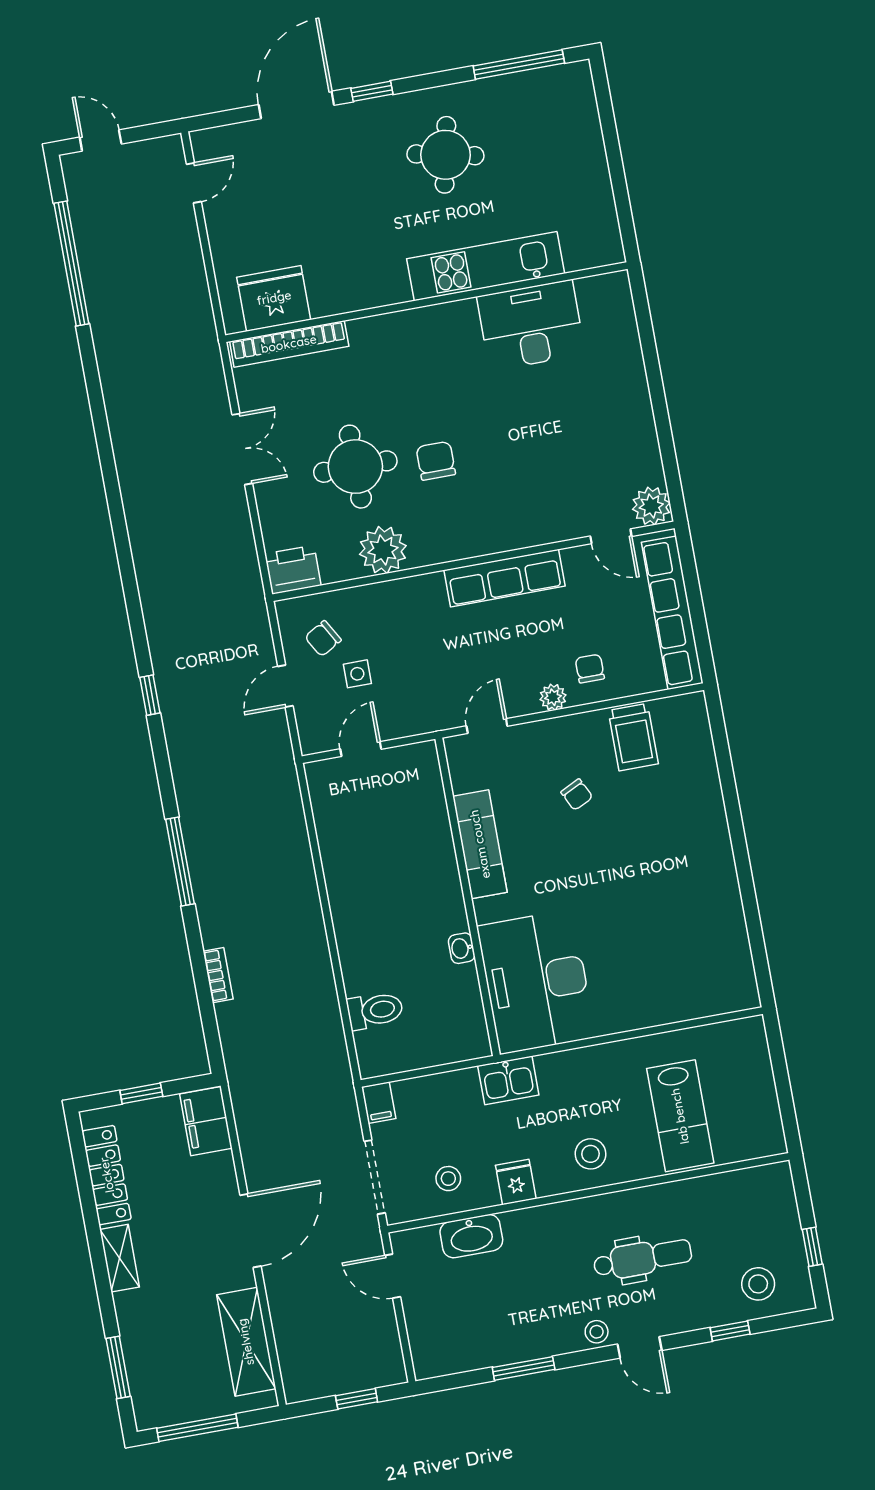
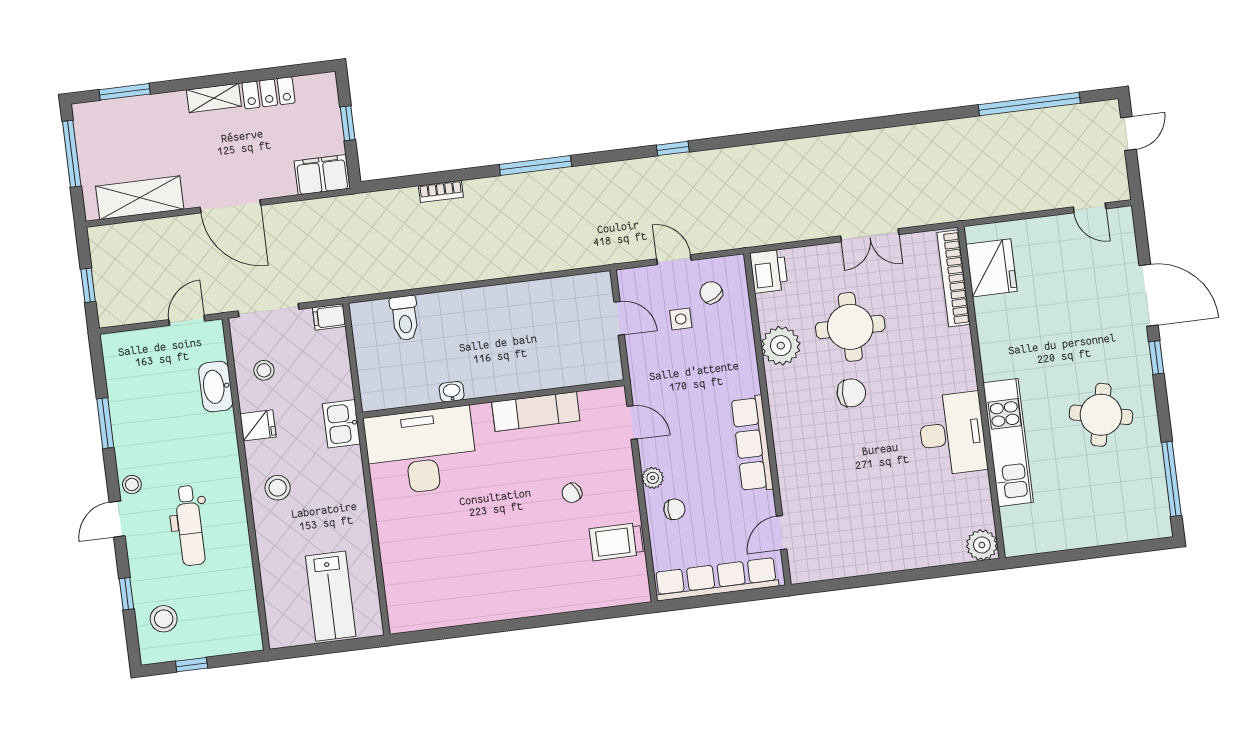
desk: (531, 325) -> (952, 434), moved
plant: (651, 506) -> (982, 545), moved
lab bench: (680, 1116) -> (331, 596), moved, turned -90
locker: (107, 1175) -> (269, 93), width x0.66

